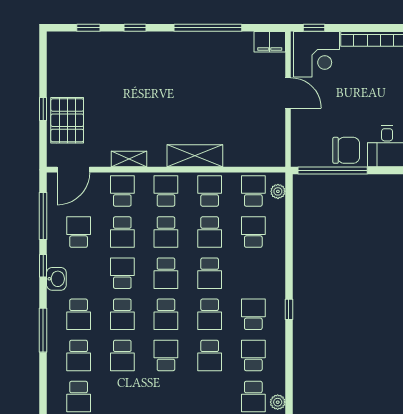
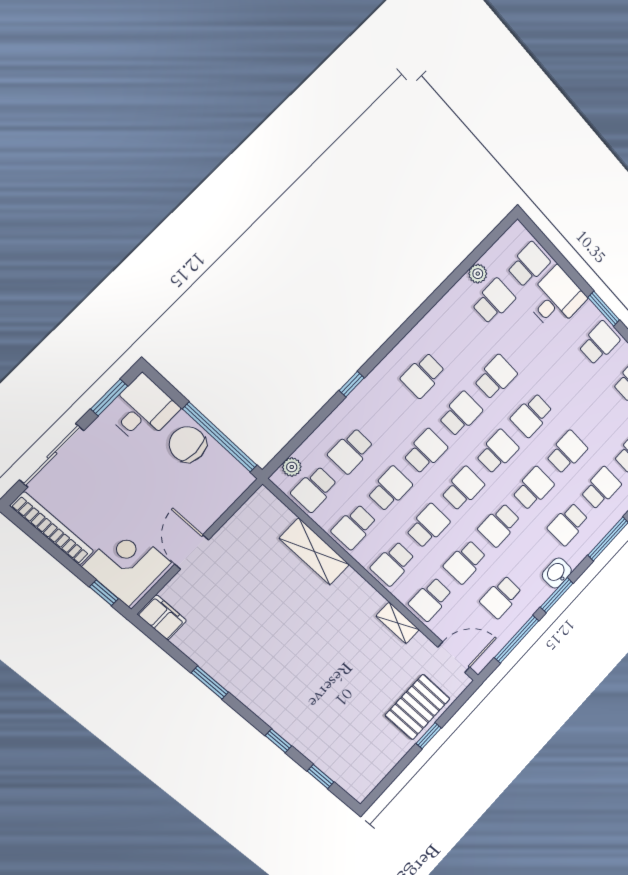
window: (208, 28) -> (210, 683), width x0.47
shelving: (195, 156) -> (314, 552), moved
school desk: (122, 232) -> (465, 562), turned 180
window: (43, 266) -> (557, 595), width x1.50
window: (289, 309) -> (352, 384), moved
school desk: (79, 314) -> (568, 524), turned 180
school desk: (253, 355) -> (458, 338), removed

